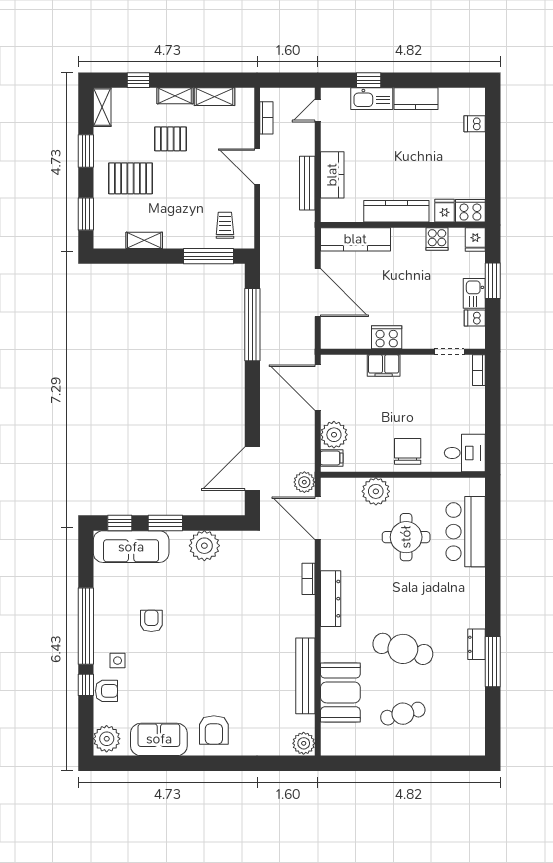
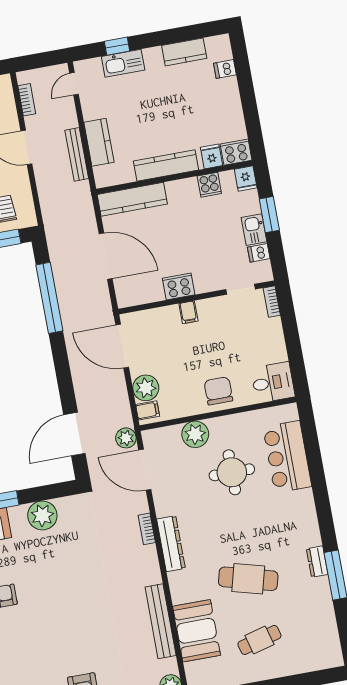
kitchen counter: (416, 99) -> (184, 52), moved
filing cabinet: (384, 365) -> (188, 312), width x0.50

